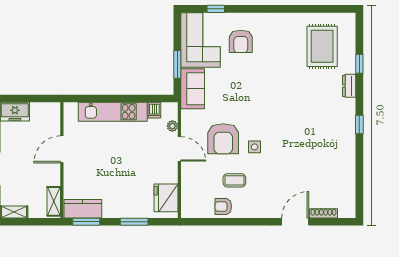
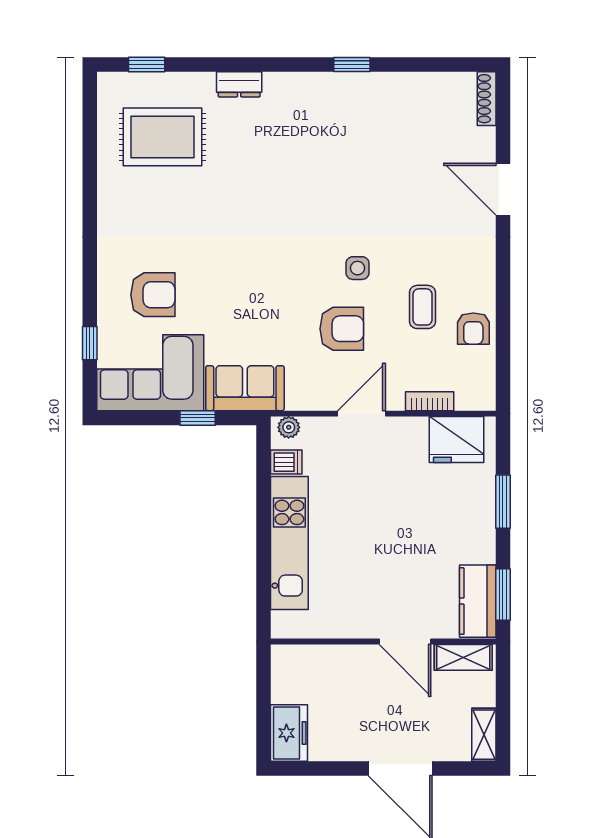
window: (177, 64) -> (198, 418), width x0.67
window: (359, 64) -> (147, 65), moved
window: (359, 124) -> (352, 65), moved
plant: (172, 126) -> (289, 427), moved
armchair: (223, 139) -> (342, 329), width x0.73, depth x0.73
door: (62, 149) -> (405, 642), moved
bookcase: (186, 184) -> (430, 401), added
shoe rack: (323, 213) -> (487, 99), moved

